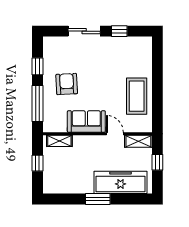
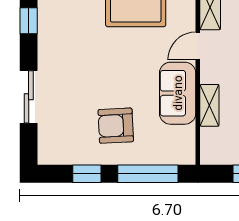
window: (119, 31) -> (29, 21), moved
shelving: (59, 141) -> (209, 105), moved

